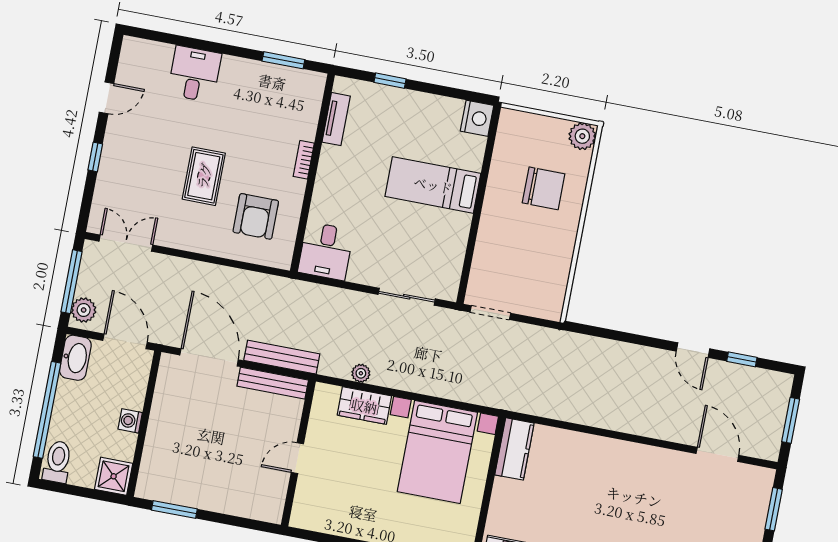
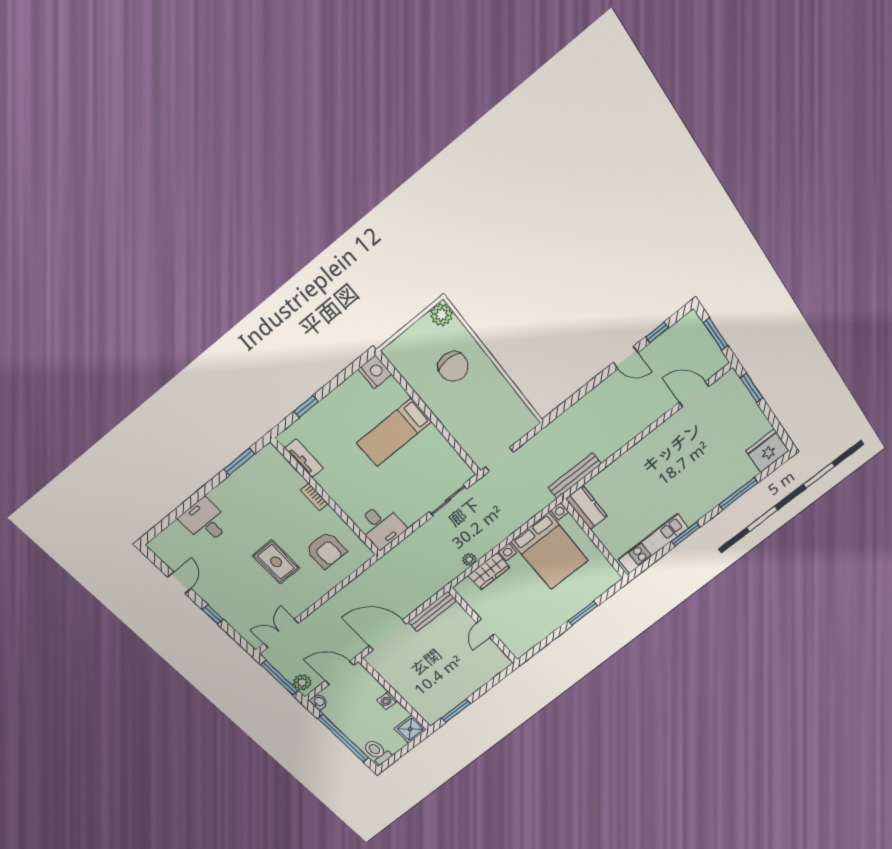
chair: (544, 188) -> (453, 367), turned 90
bench: (282, 357) -> (575, 476), moved
washbasin: (75, 358) -> (319, 702), width x0.52, depth x0.69

